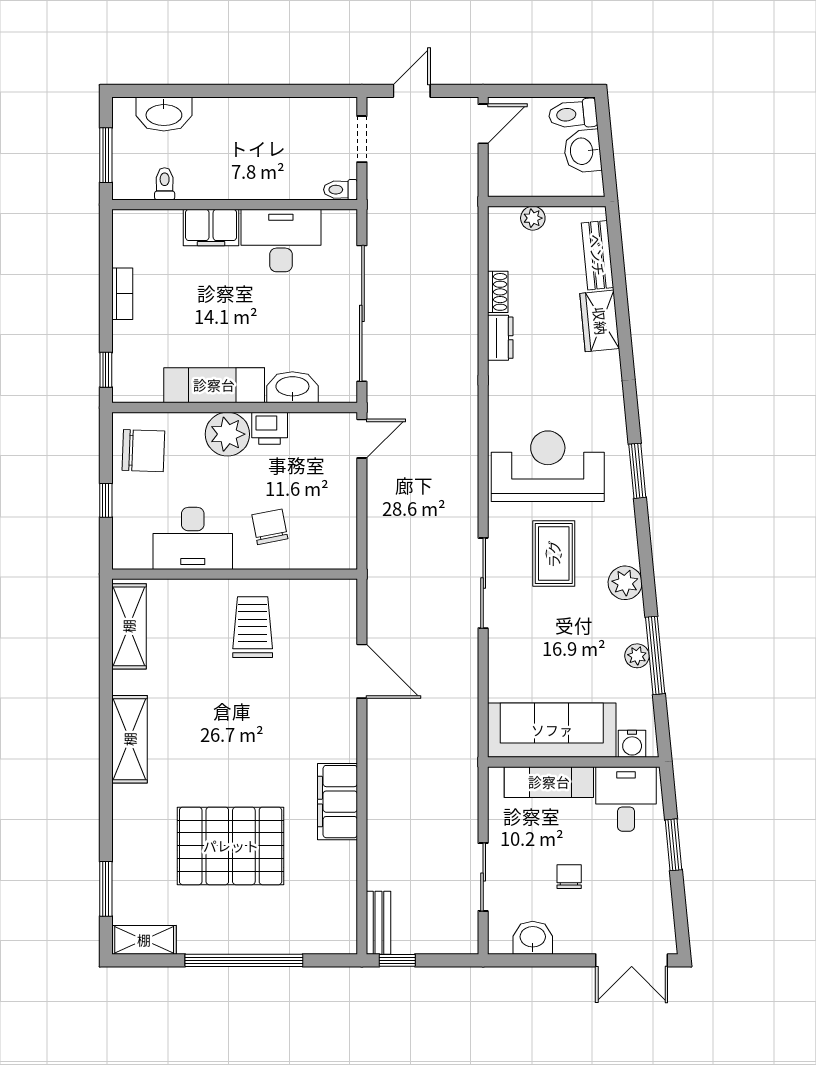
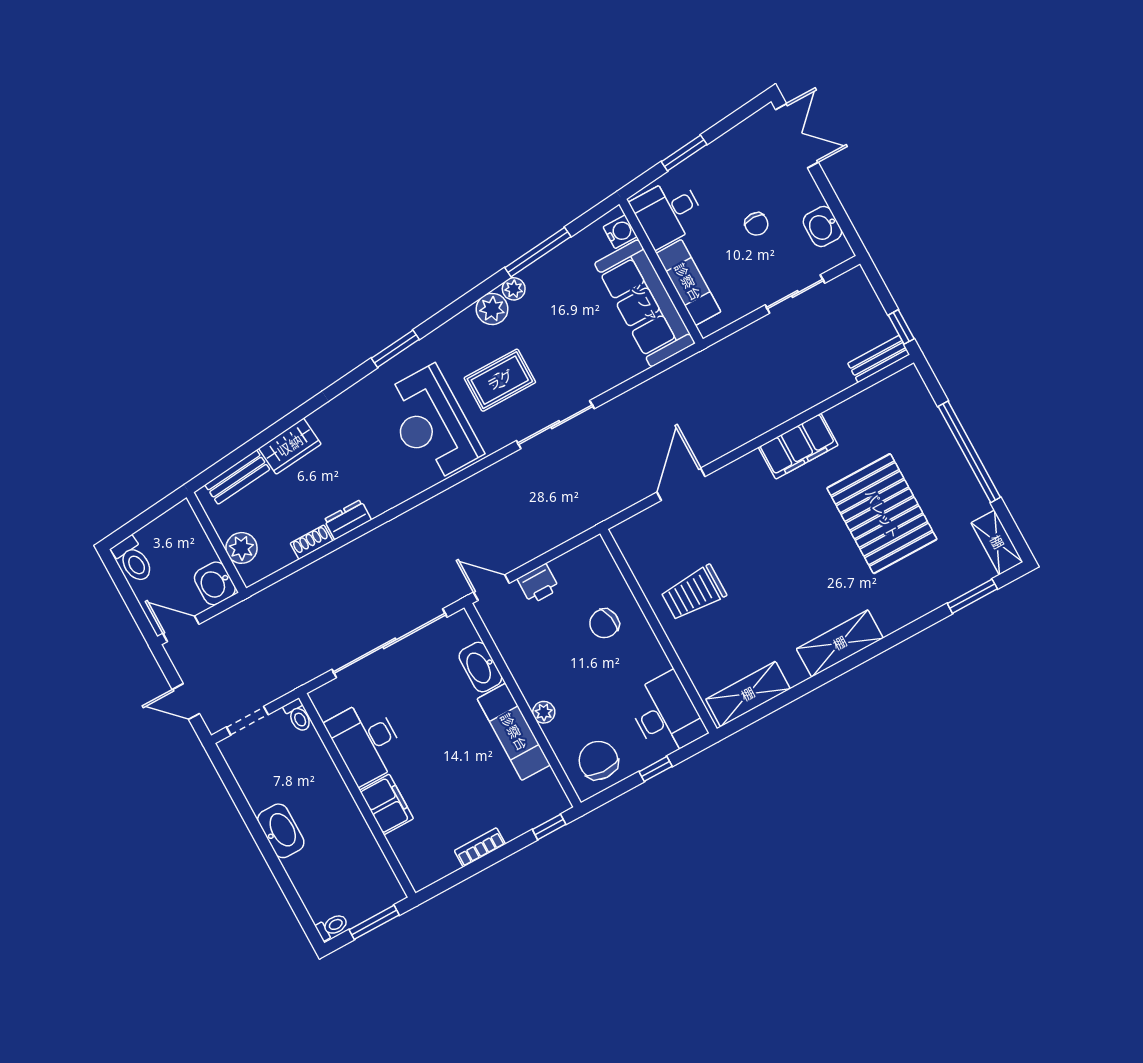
washbasin: (164, 114) -> (281, 831), moved
washbasin: (583, 151) -> (215, 583), moved, turned 96
toilet: (165, 184) -> (332, 926), moved, turned 180
plant: (533, 218) -> (242, 548), width x1.38, depth x1.38
printer: (270, 428) -> (538, 584), moved, turned 90
plant: (227, 434) -> (544, 712), width x0.53, depth x0.53
desk: (193, 538) -> (666, 715), moved
plant: (637, 656) -> (514, 289), moved
chair: (569, 877) -> (756, 224), turned -90

